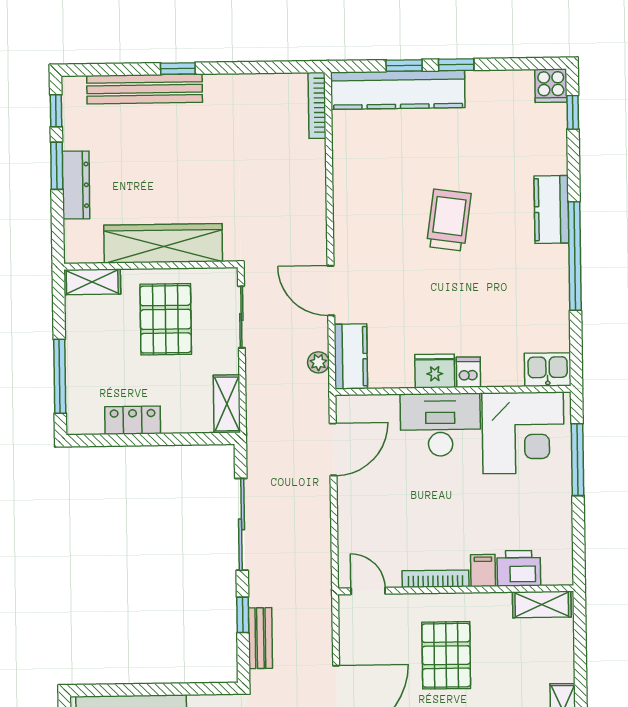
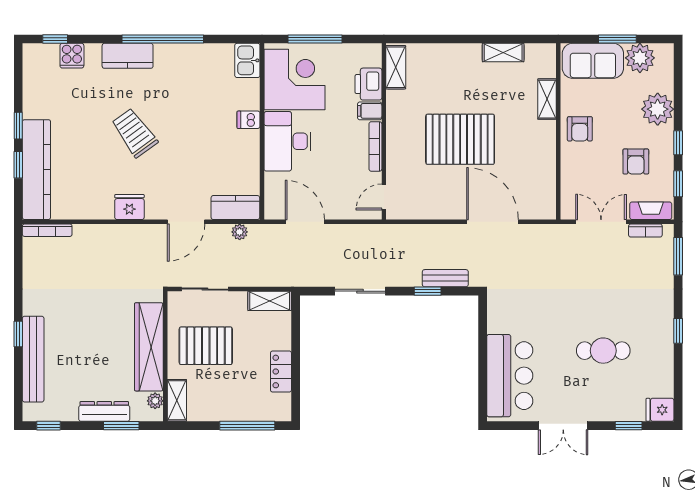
cooker: (551, 86) -> (72, 56), moved, turned 90
window: (57, 166) -> (121, 426), moved
trolley: (449, 220) -> (134, 133), turned 46
plant: (91, 253) -> (155, 401), added
fridge: (435, 371) -> (129, 207), moved, turned 90
sliding door: (241, 524) -> (360, 291), width x0.73
printer: (519, 568) -> (368, 84), moved
filing cabinet: (483, 570) -> (370, 111), moved
bookcase: (436, 579) -> (375, 146), moved
wall: (456, 590) -> (384, 131), moved
door: (368, 591) -> (384, 197), moved
shelving: (542, 604) -> (396, 67), moved
pallet: (446, 655) -> (460, 139), width x1.37, depth x1.41

